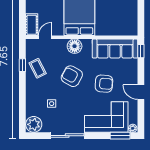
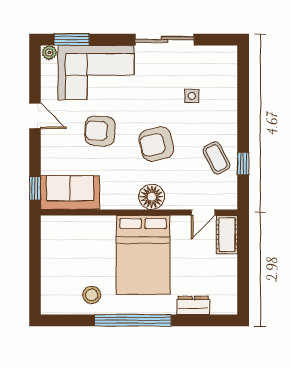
sofa: (115, 49) -> (70, 193), width x0.73
armchair: (72, 76) -> (156, 144), turned 138
plant: (34, 124) -> (223, 59), removed

